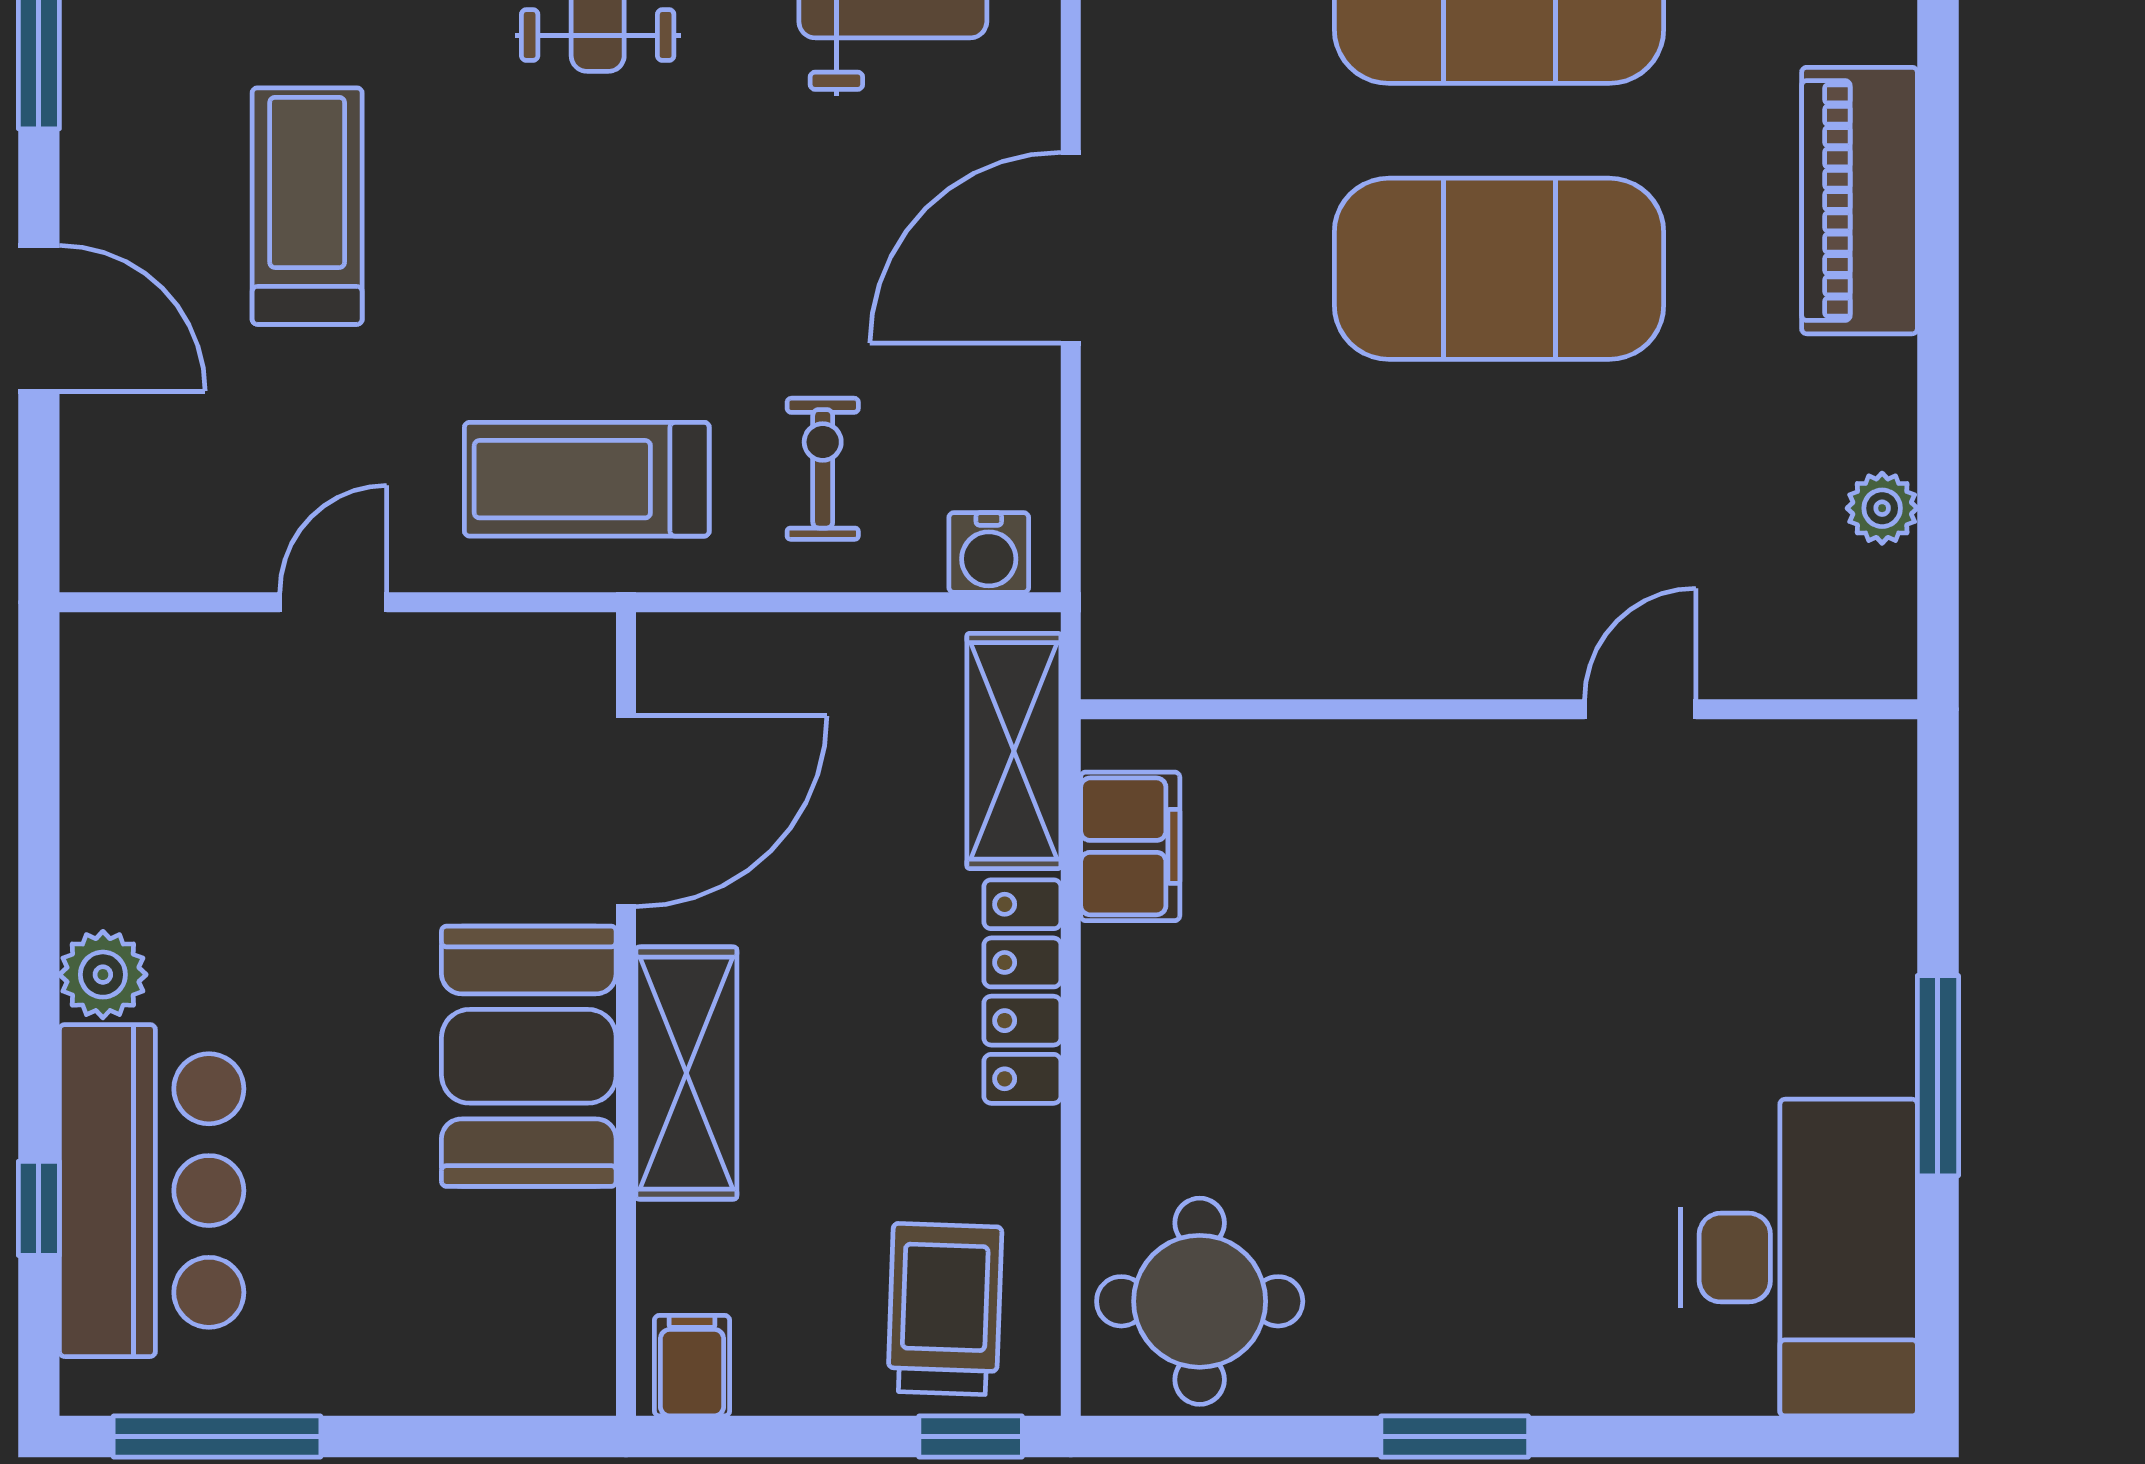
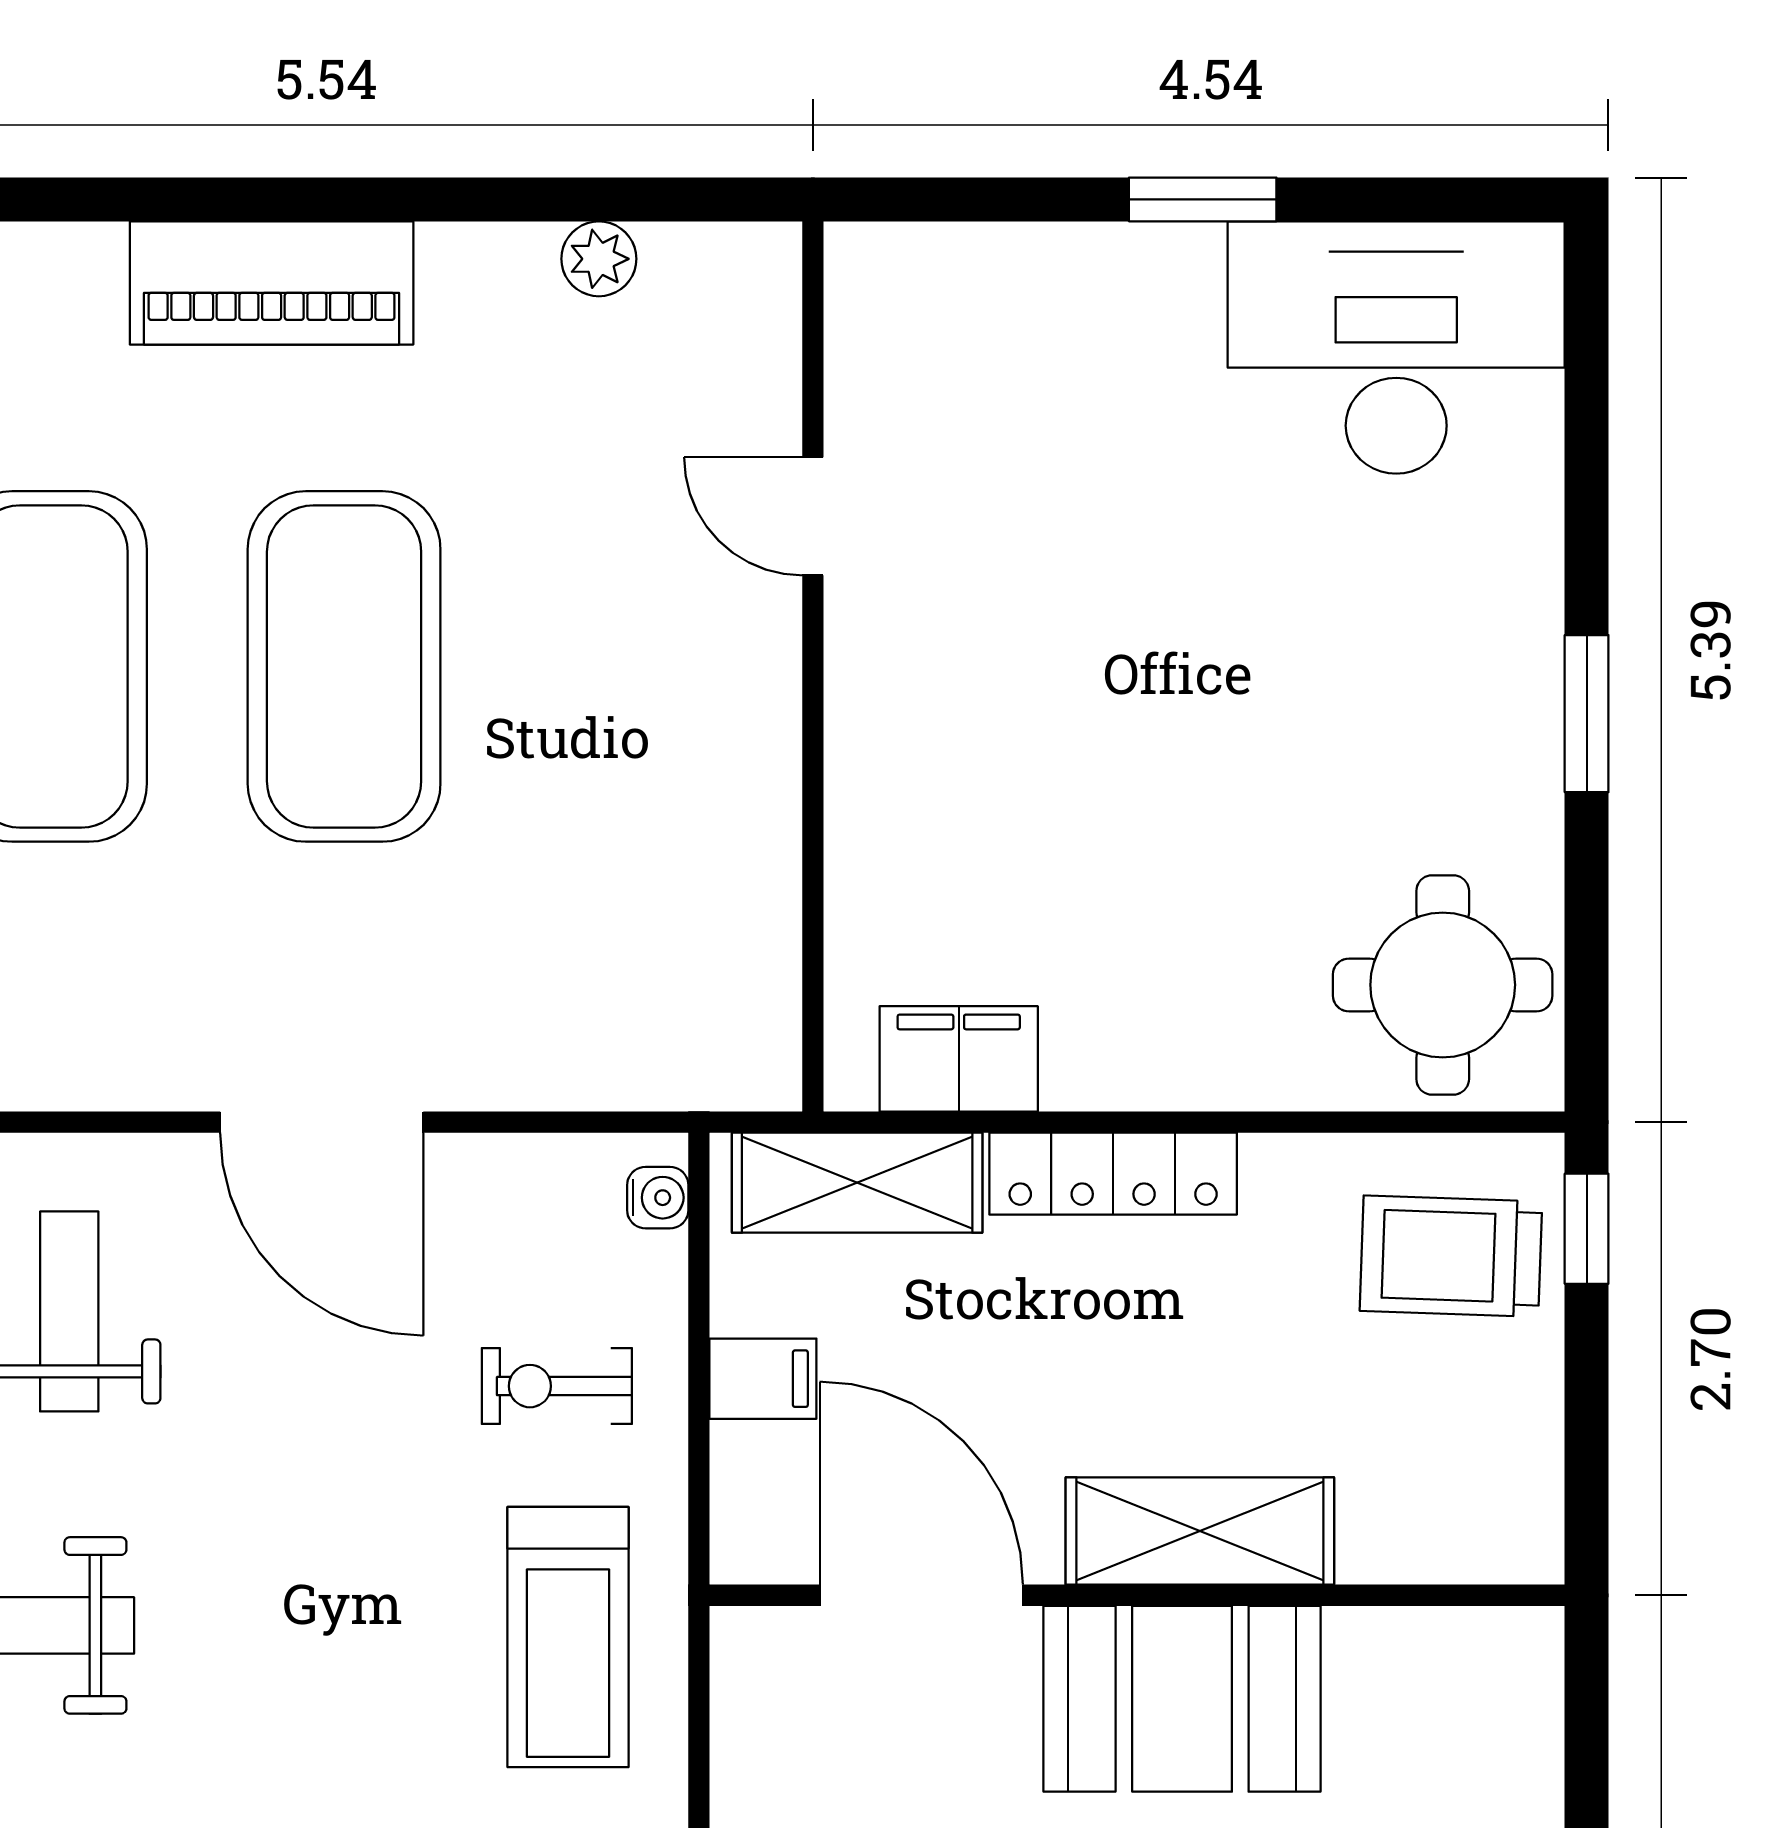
water cooler: (989, 553) -> (658, 1198), width x0.72, depth x0.72
window: (1938, 1076) -> (1203, 199), width x0.69
filing cabinet: (692, 1366) -> (763, 1379), moved, turned 180

